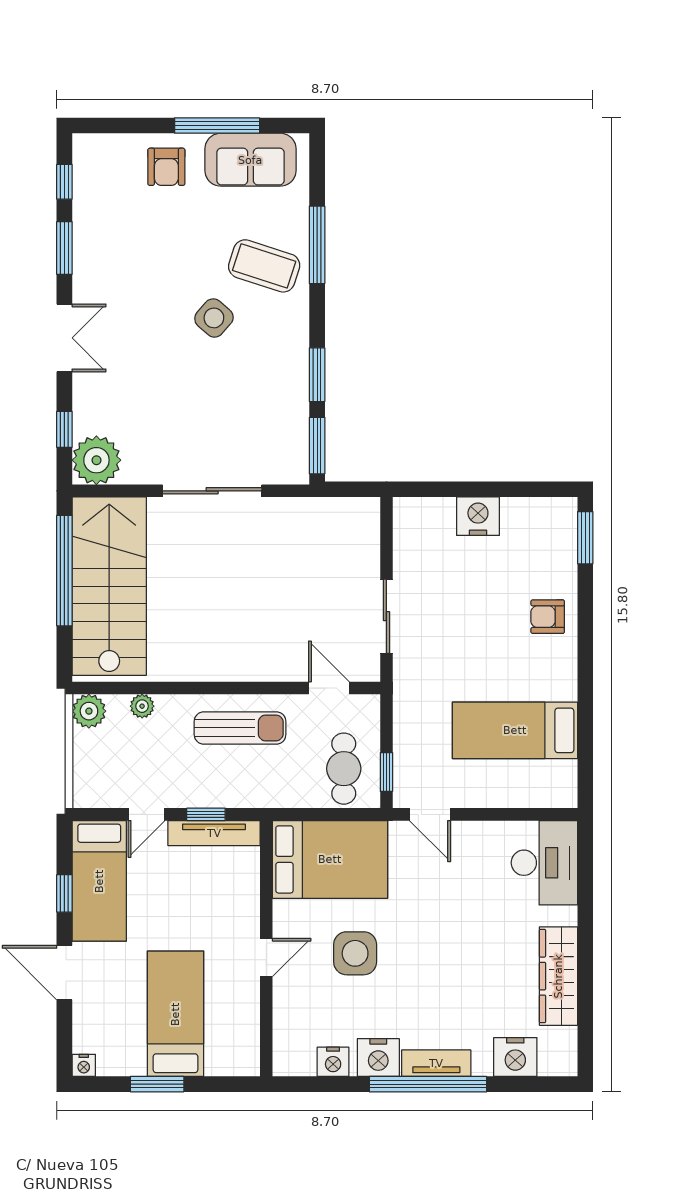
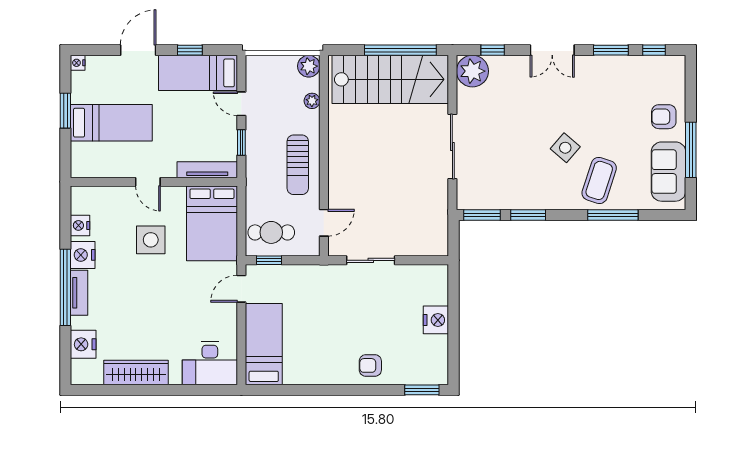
armchair: (548, 617) -> (370, 365), turned -90
bed: (515, 730) -> (264, 344), moved
tv unit: (214, 833) -> (207, 170), moved, turned 90

